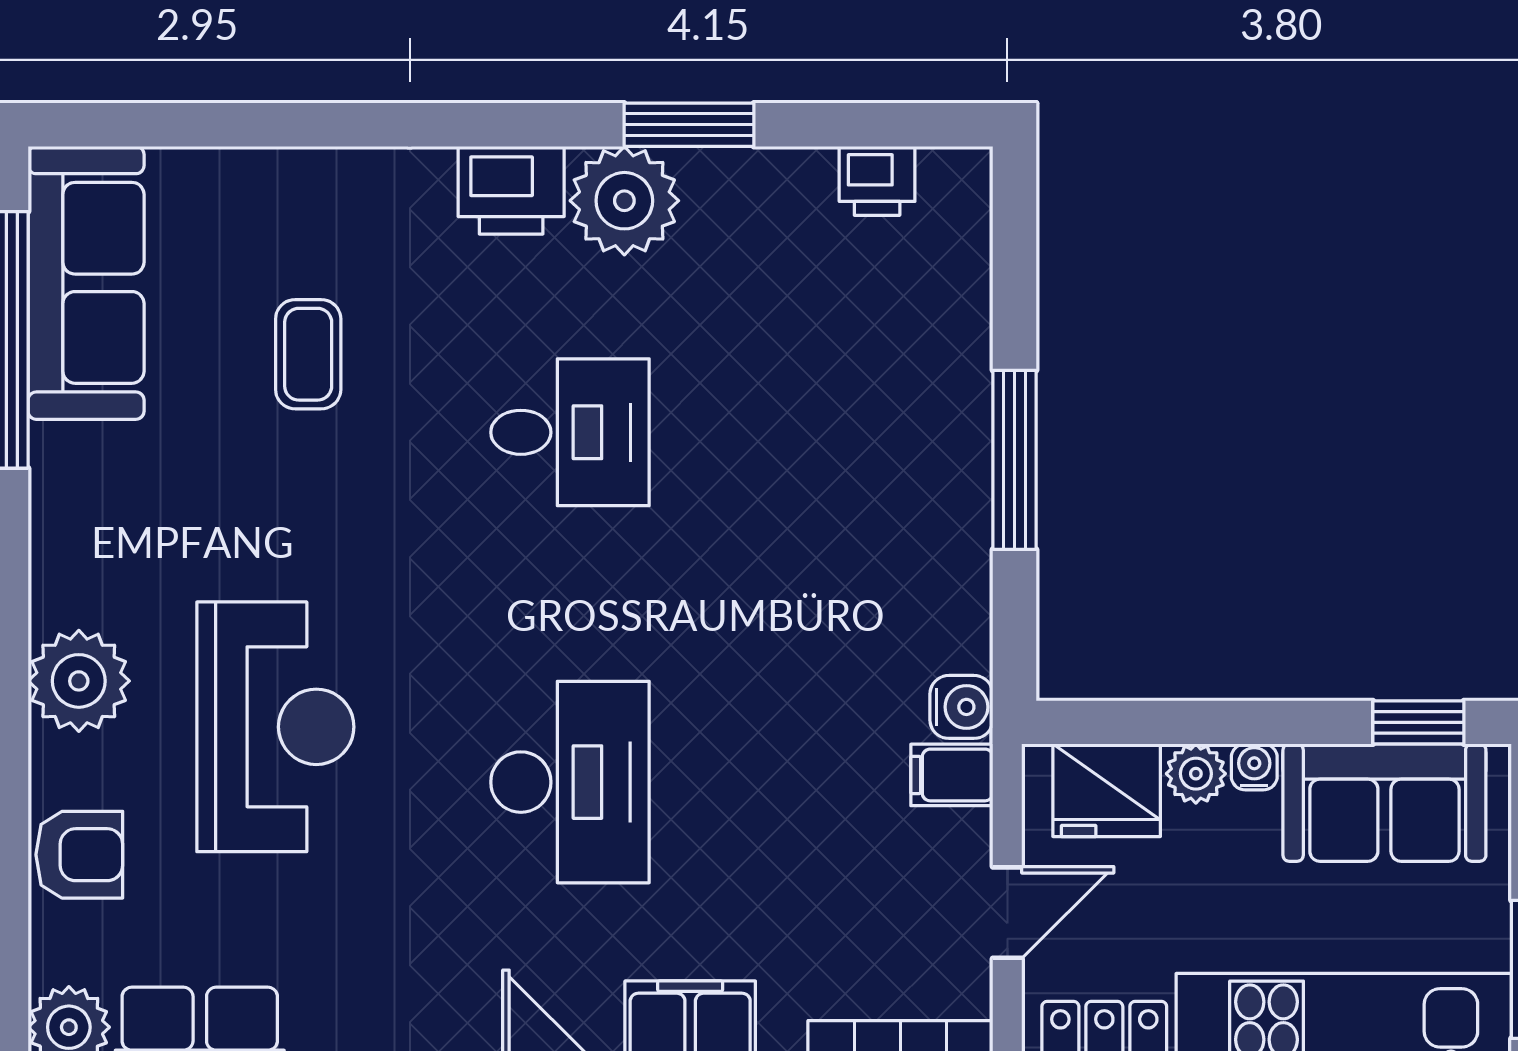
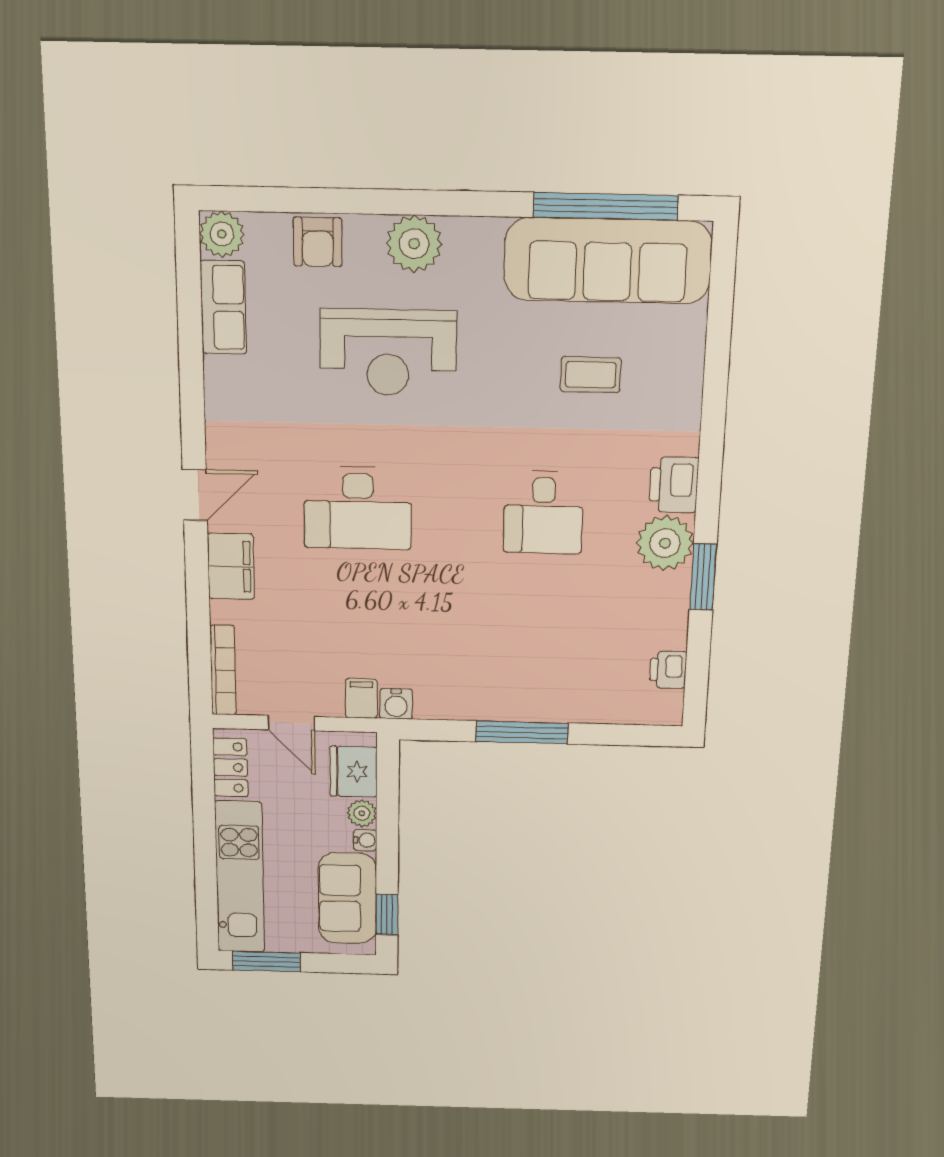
sofa: (86, 283) -> (608, 261), width x1.36, depth x1.27

